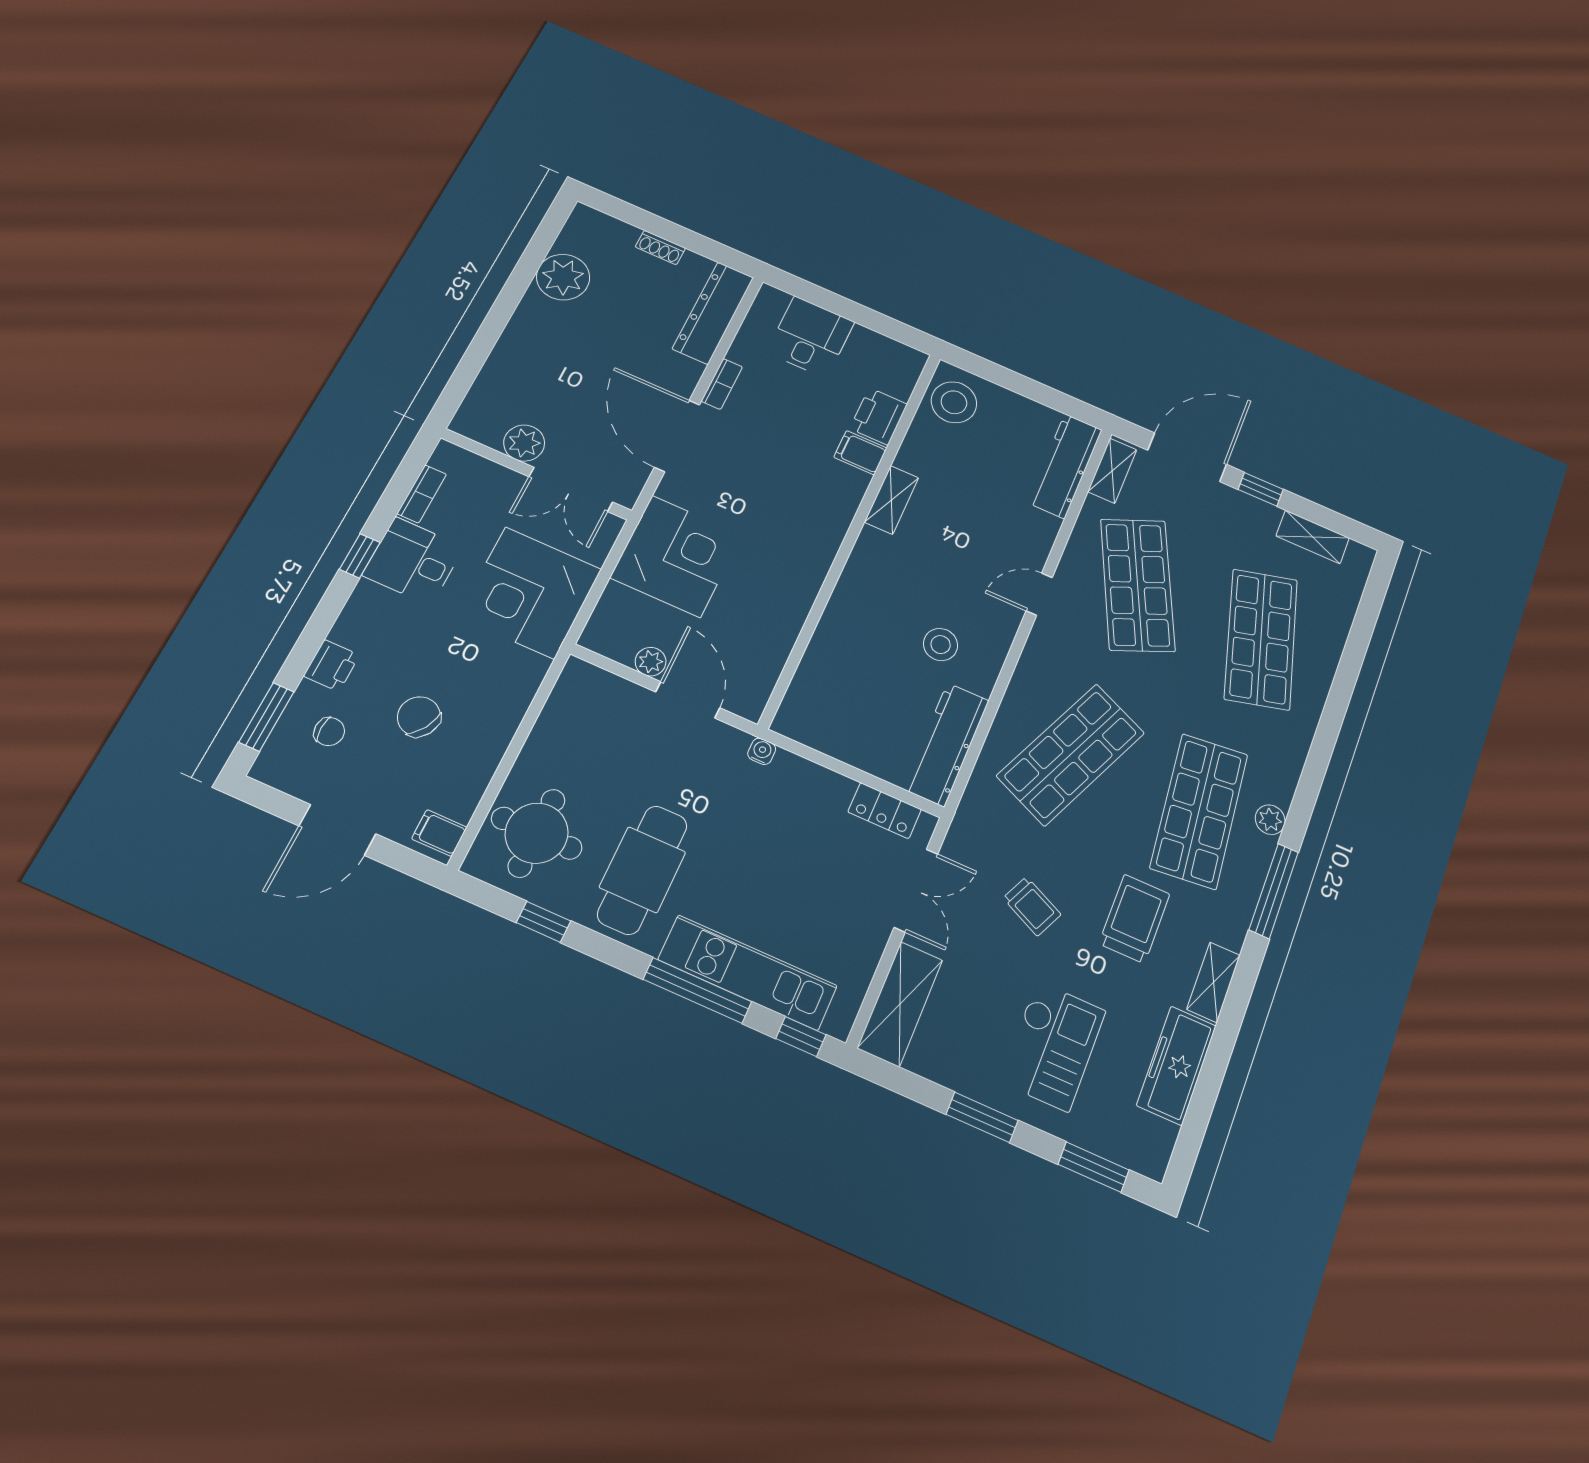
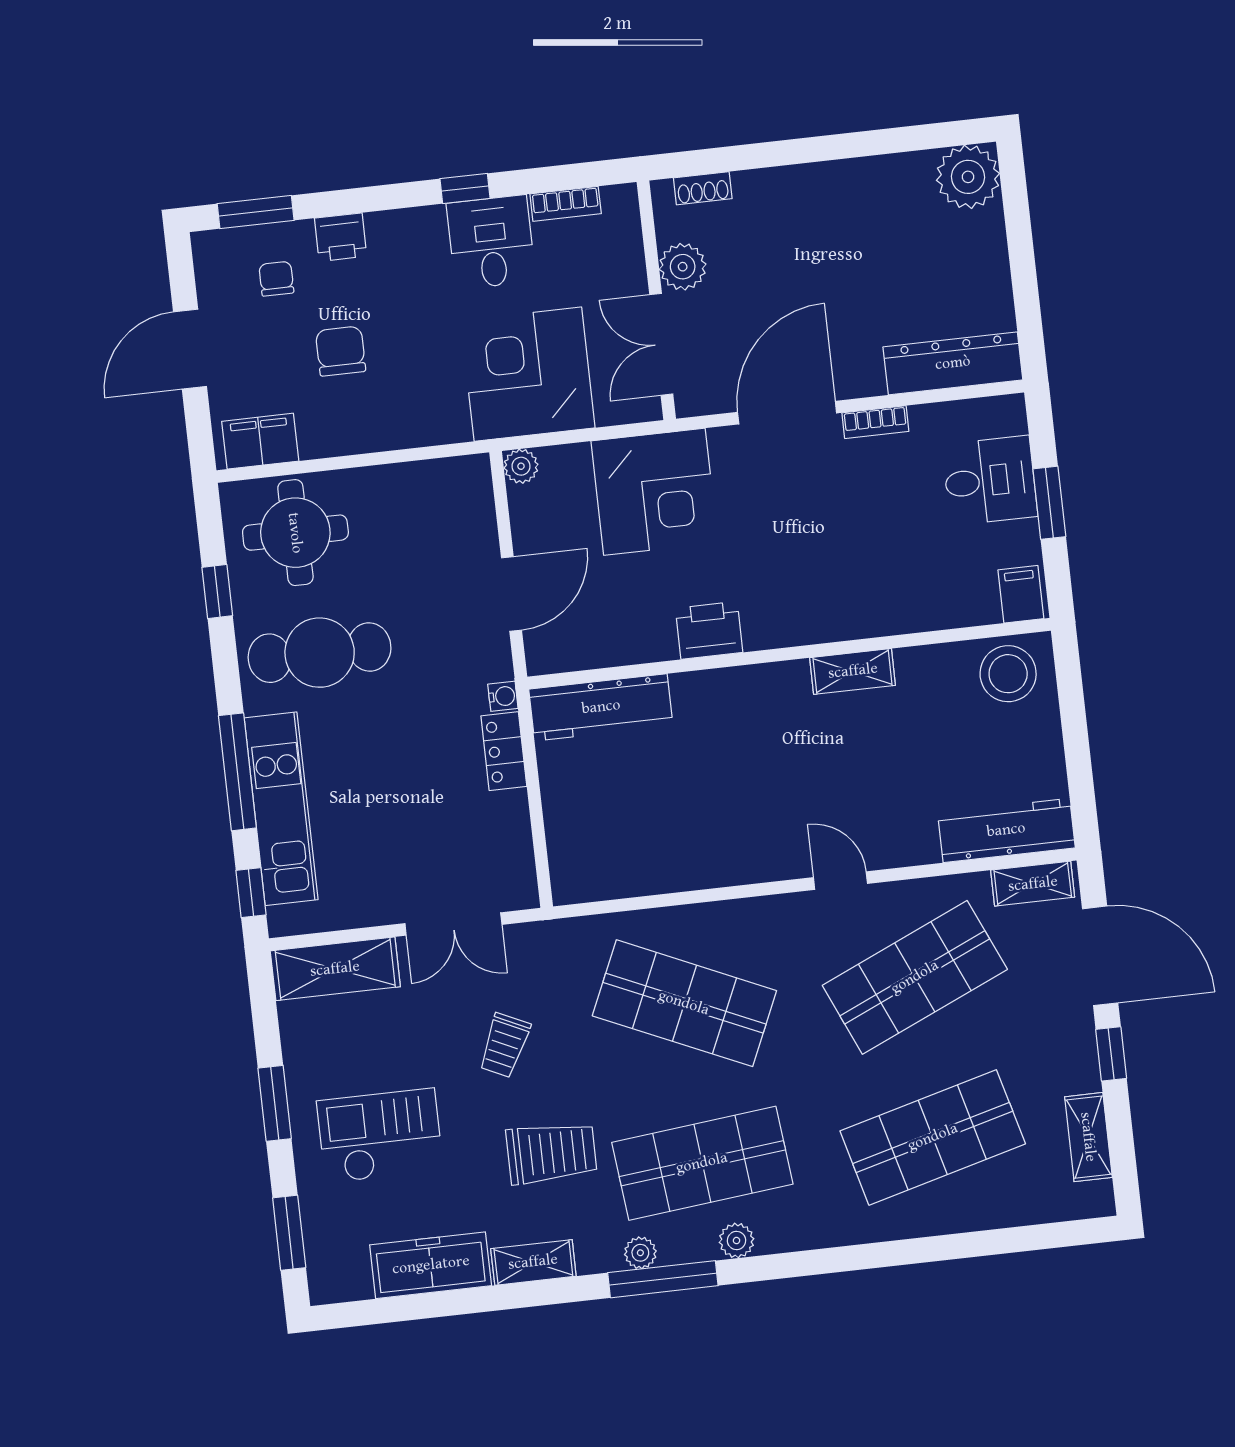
shoe rack: (660, 247) -> (703, 188), moved, turned -90
plant: (563, 277) -> (968, 177), moved
window: (850, 310) -> (1049, 503), added
printer: (879, 416) -> (709, 630), moved
filing cabinet: (860, 453) -> (1021, 594), moved
stool: (941, 645) -> (722, 810), removed
plant: (651, 662) -> (521, 466), moved
chair: (419, 717) -> (341, 351), turned -31
chair: (329, 732) -> (276, 279), turned 180
workbench: (946, 744) -> (601, 707), moved, turned 180
locker: (885, 811) -> (504, 751), moved
door: (337, 830) -> (190, 349), hinge flipped
filing cabinet: (439, 833) -> (260, 441), width x2.00
plant: (1245, 896) -> (640, 1253), added
checkout: (1053, 1046) -> (380, 1136), turned 180

